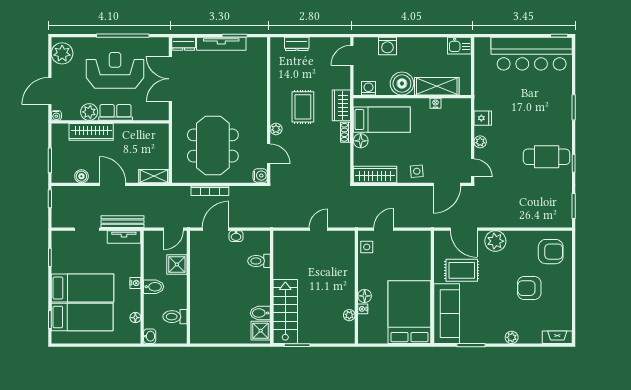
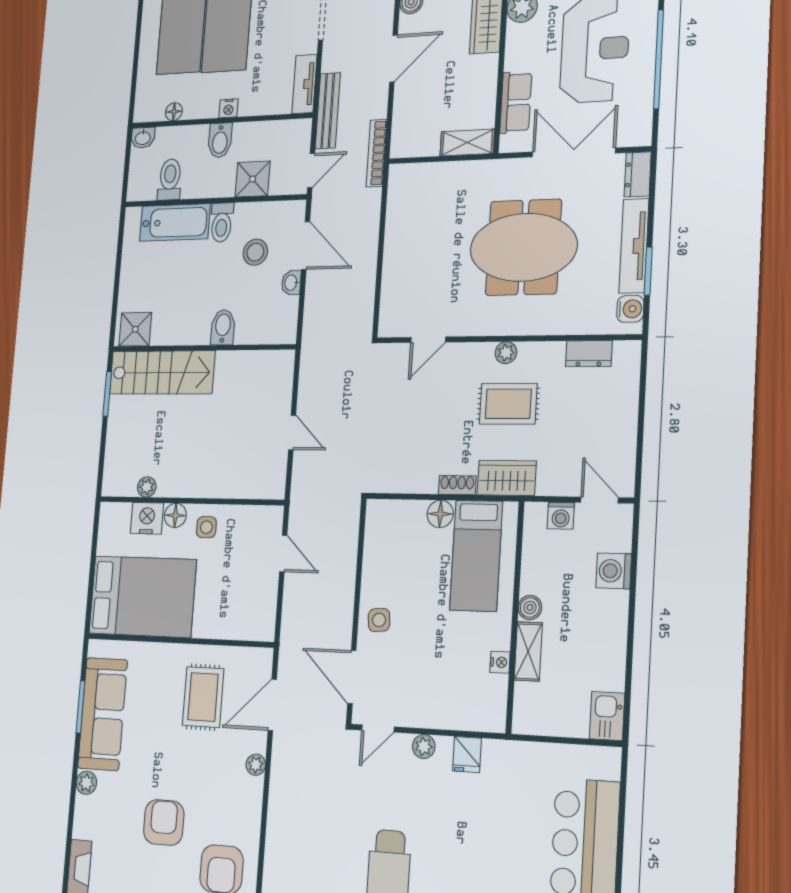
dresser: (297, 44) -> (589, 354), moved, turned -90
boiler: (402, 84) -> (530, 608), width x0.54, depth x0.54
shelving: (437, 86) -> (528, 651), width x0.67, depth x0.75
washing machine: (368, 88) -> (561, 516), moved, turned 90
row of seats: (116, 112) -> (516, 102), moved
plant: (276, 129) -> (506, 353), moved
meeting table: (213, 146) -> (523, 247), moved
wardrobe: (375, 175) -> (378, 540), removed
shelving: (154, 176) -> (467, 143), moved, turned 90
water cooler: (260, 176) -> (630, 309), moved, turned -90
bookcase: (210, 191) -> (376, 153), moved
bench: (123, 222) -> (328, 111), moved
door: (174, 229) -> (311, 171), swing flipped
plant: (495, 241) -> (256, 765), width x0.53, depth x0.53
side table: (367, 247) -> (206, 527), moved
stool: (218, 259) -> (255, 252), added
toilet: (259, 261) -> (222, 222), moved, turned 180
nightstand: (363, 309) -> (147, 518), width x1.89, depth x1.79
bathtub: (200, 311) -> (175, 222), added
bidet: (260, 313) -> (223, 327), moved
sofa: (447, 314) -> (103, 714), moved, turned -90

